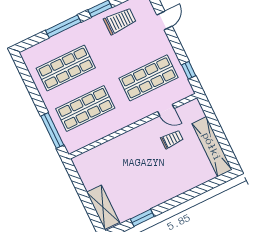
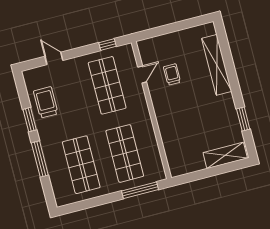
shelving: (212, 147) -> (217, 65), moved, turned 90

